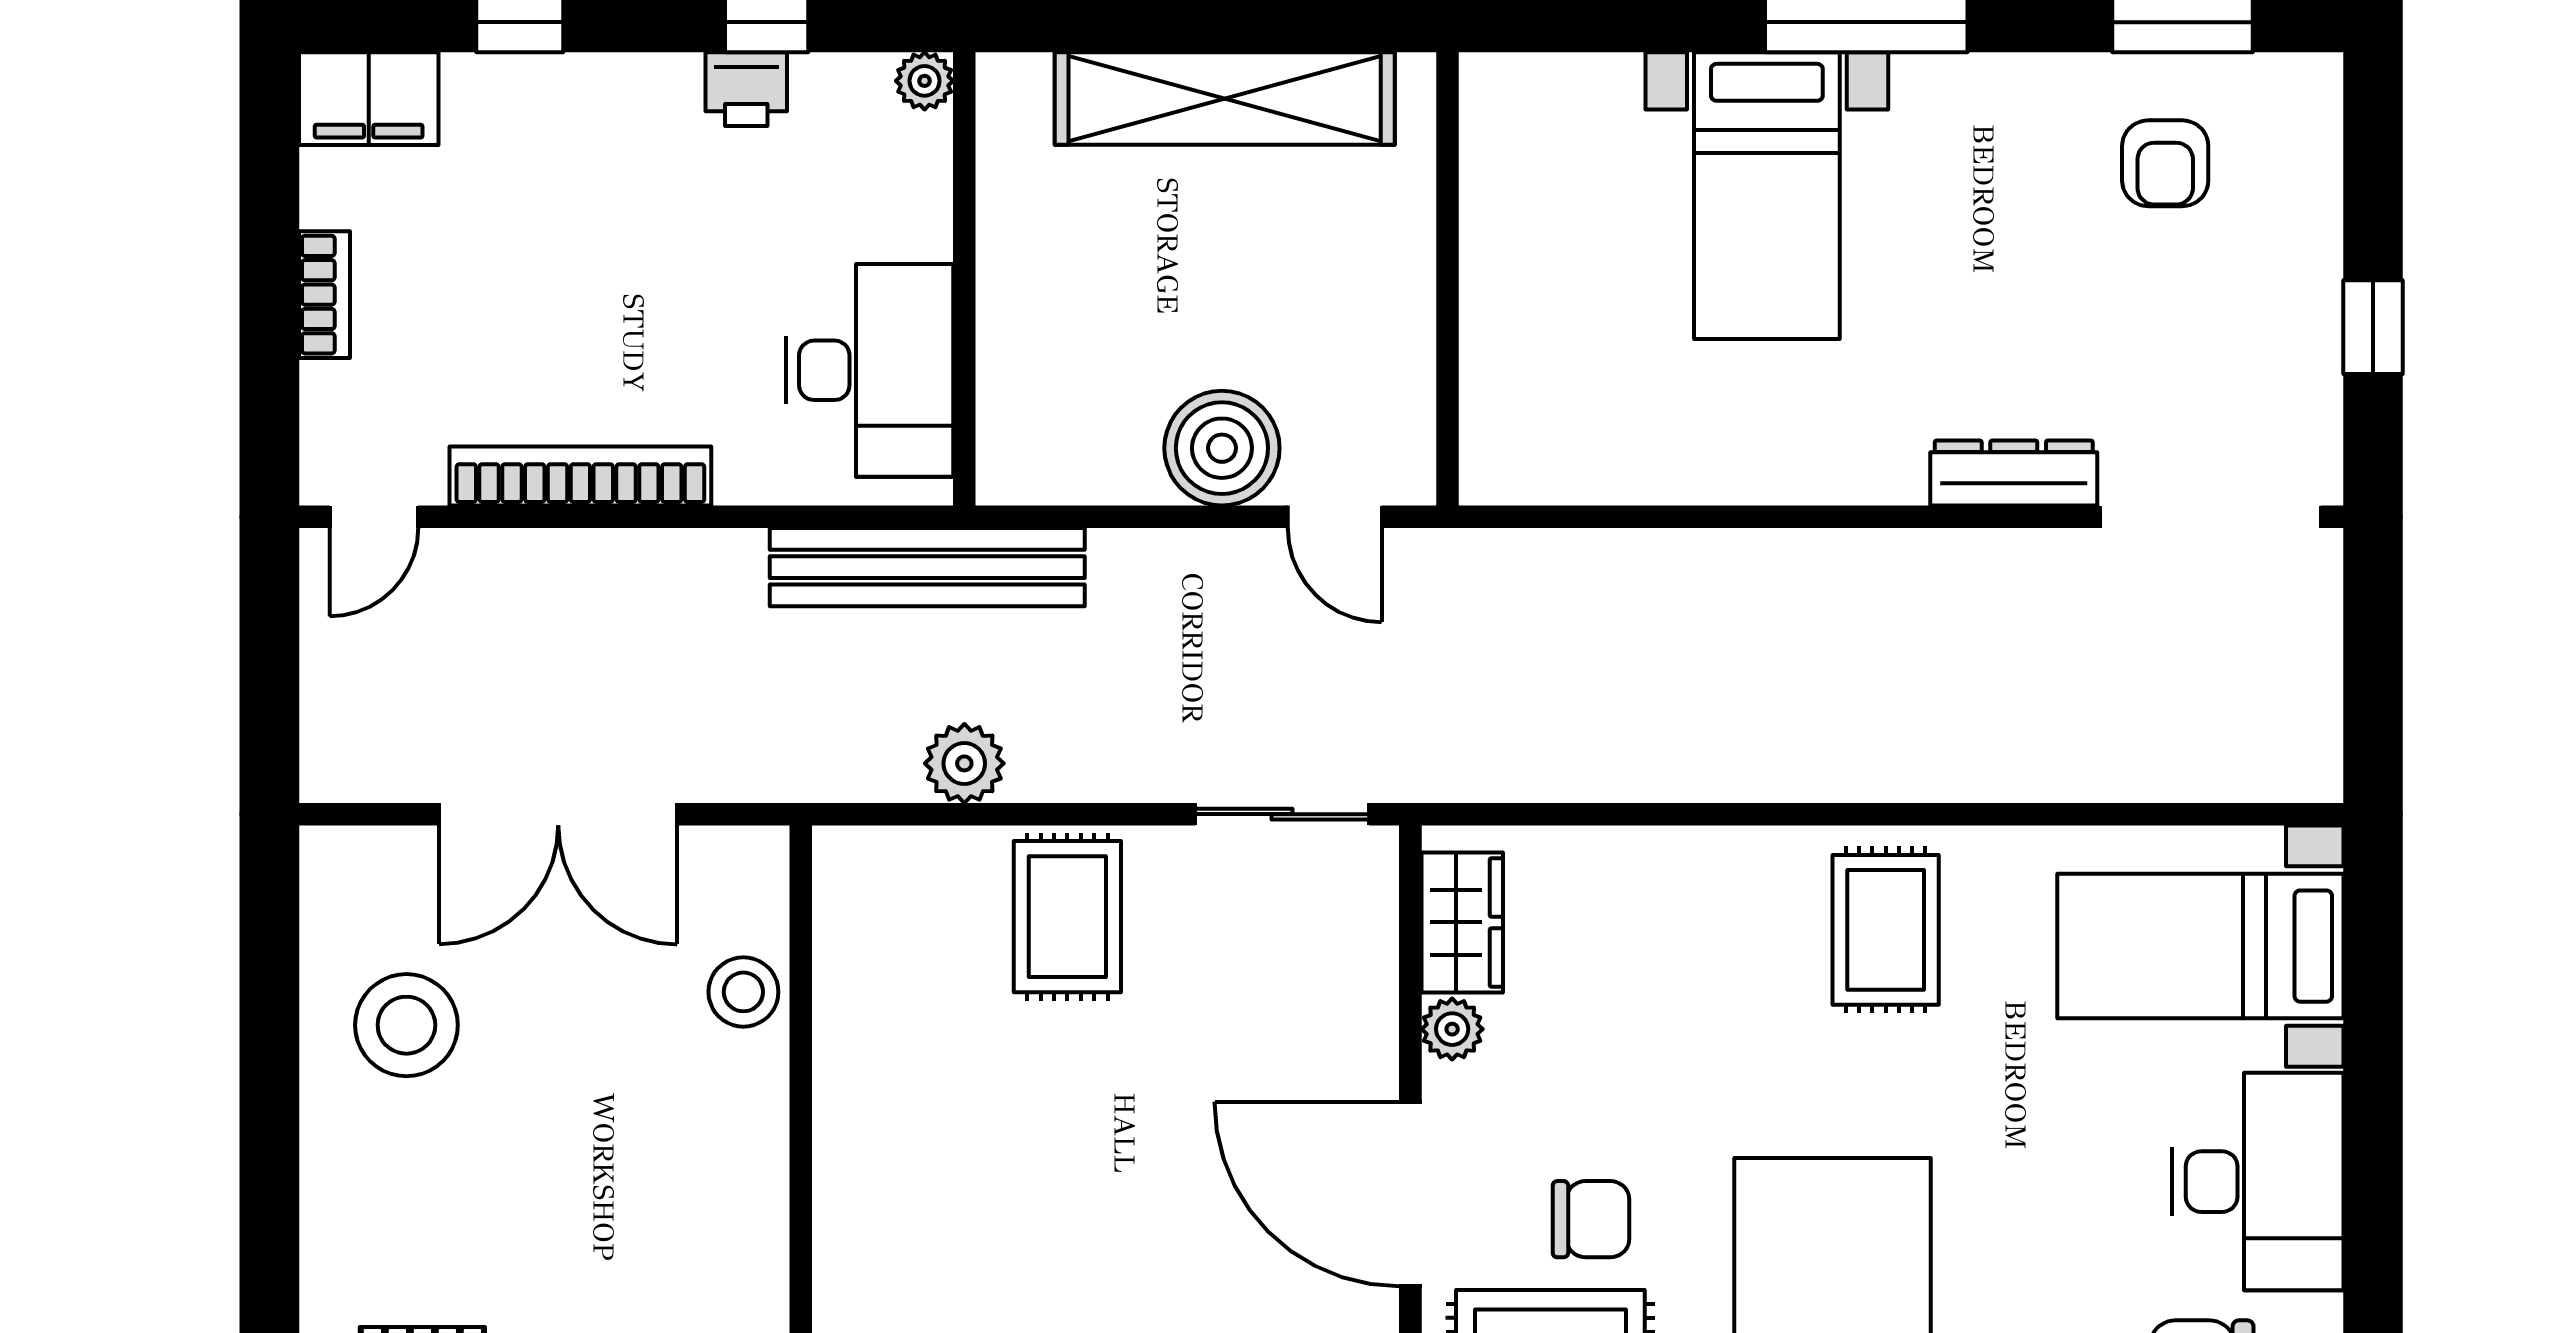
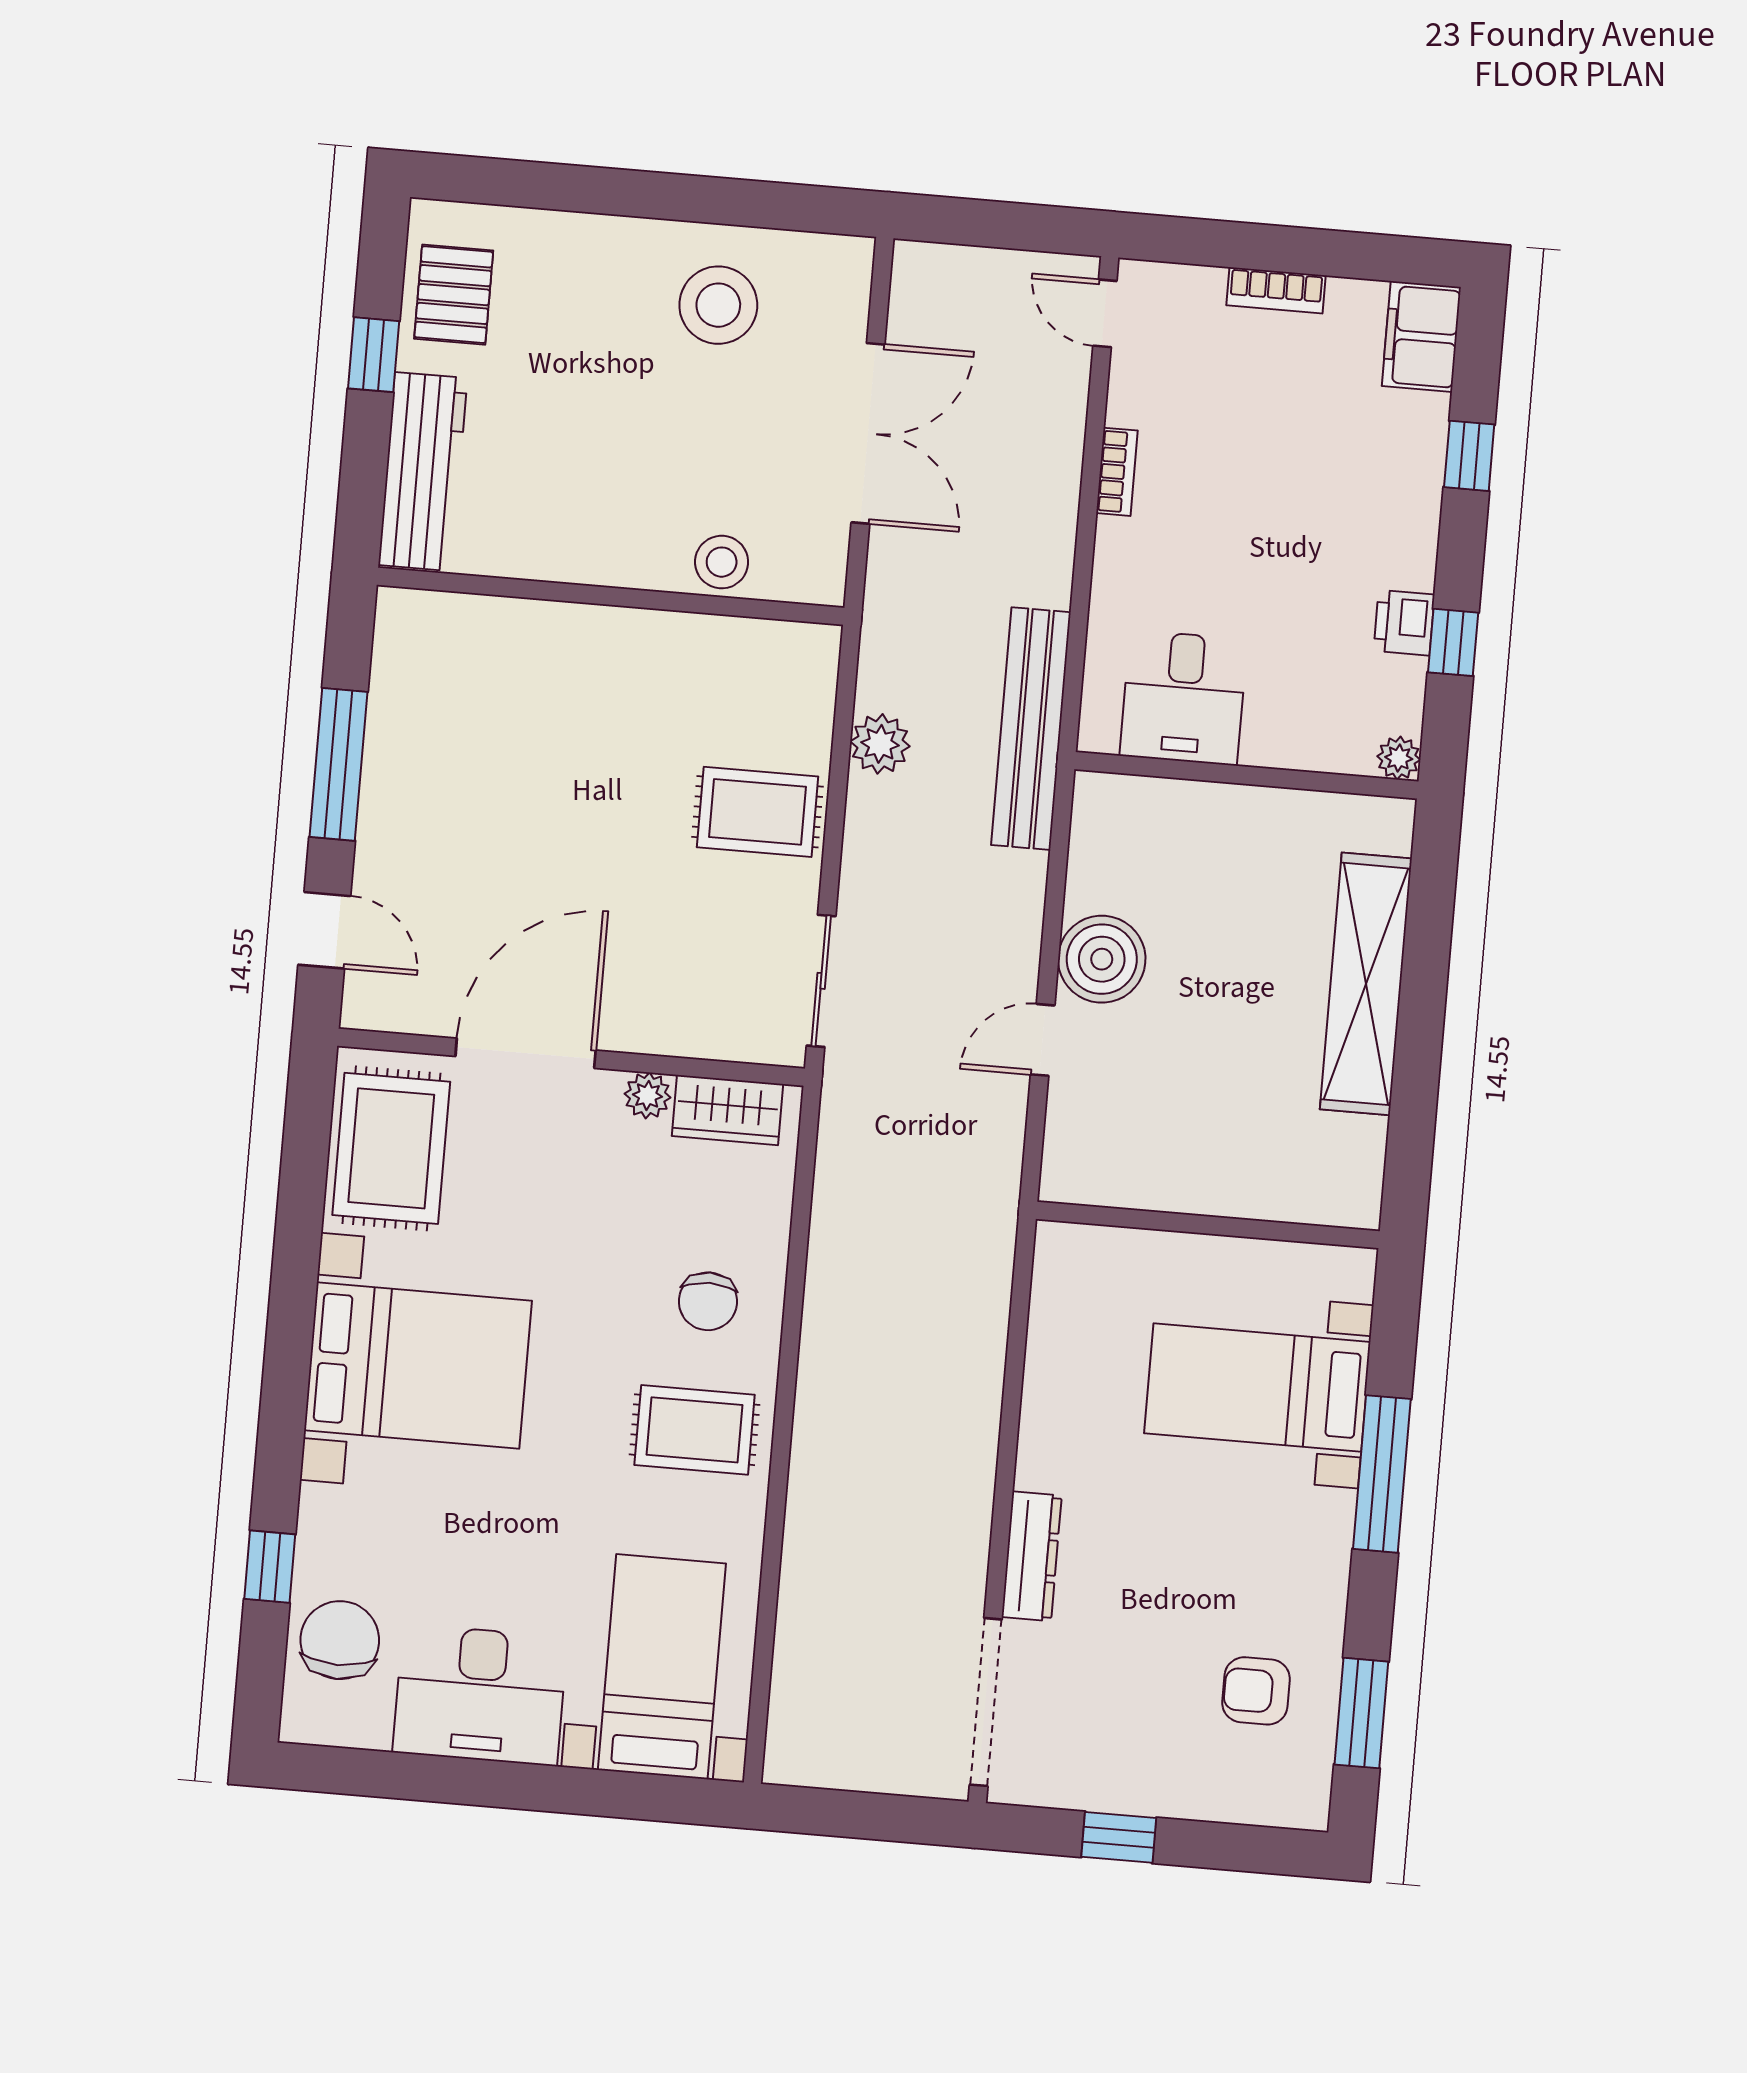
wall: (1448, 279) -> (1208, 1225), moved
desk: (870, 370) -> (1183, 698), width x0.73
bookcase: (580, 476) -> (1117, 472), width x0.43, depth x0.76
double door: (558, 814) -> (868, 433), swing flipped
chair: (1591, 1219) -> (708, 1301), moved

